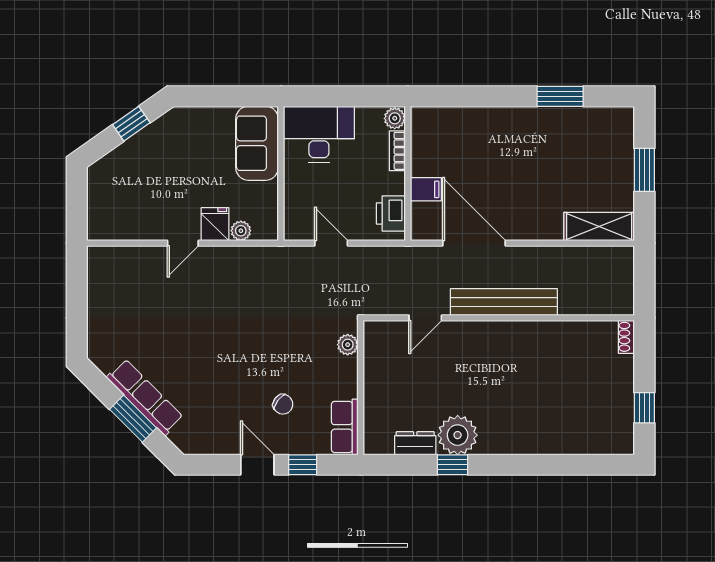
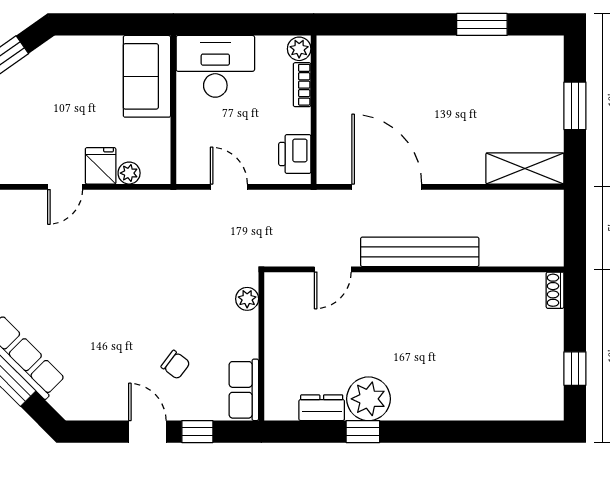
filing cabinet: (426, 189) -> (333, 127), removed

